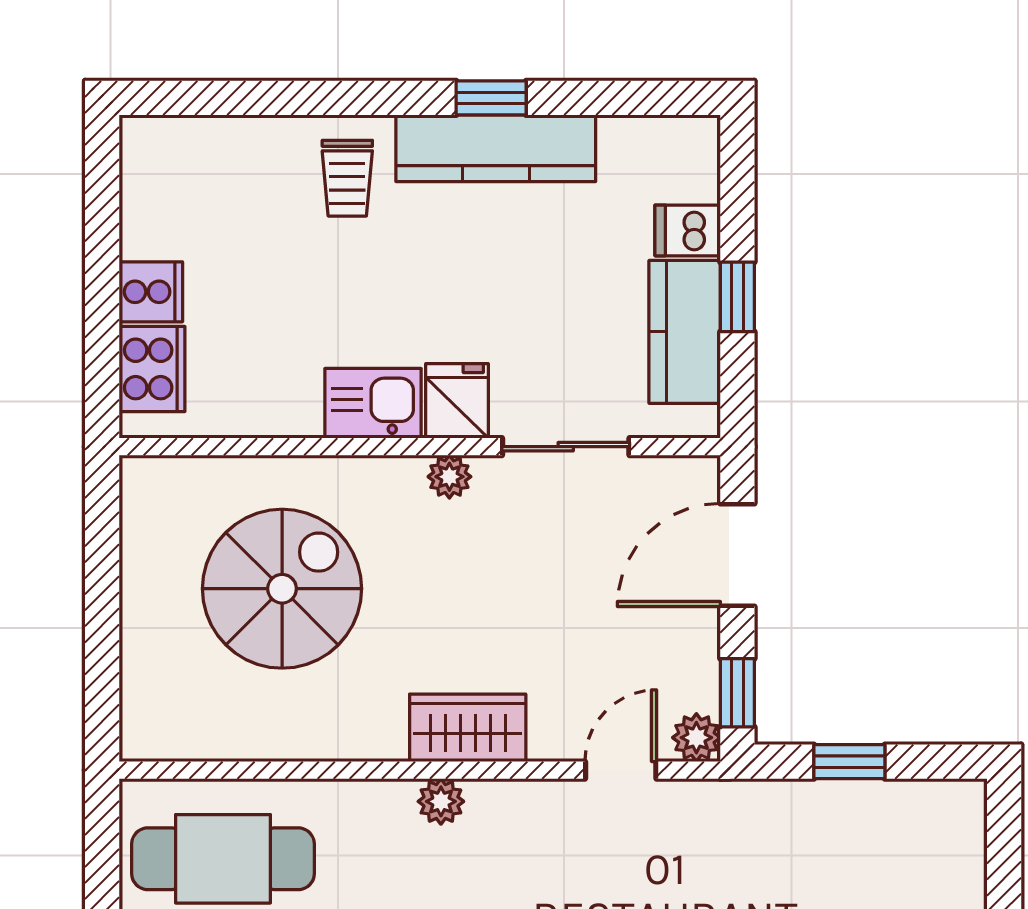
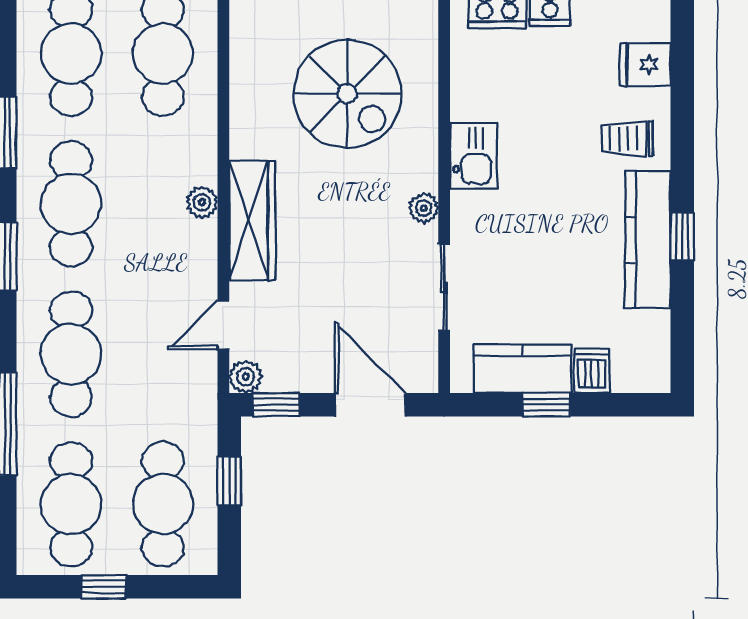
fridge: (457, 401) -> (645, 64), moved, turned 180
wardrobe: (468, 728) -> (252, 221), width x1.50
door: (621, 770) -> (223, 325), swing flipped
cafe table: (883, 859) -> (163, 504), added

